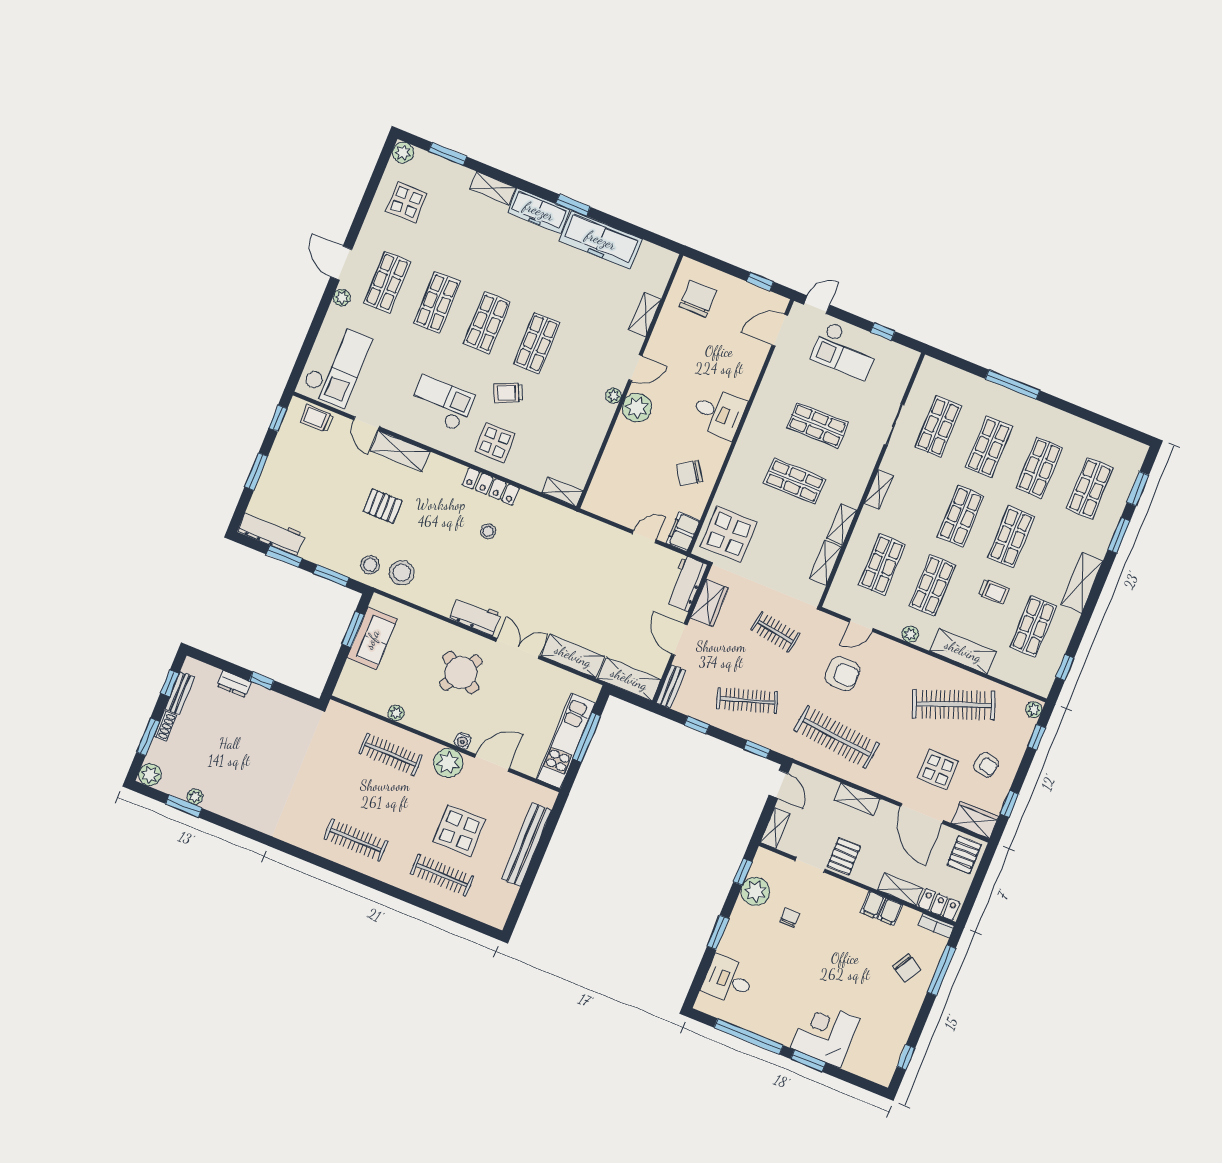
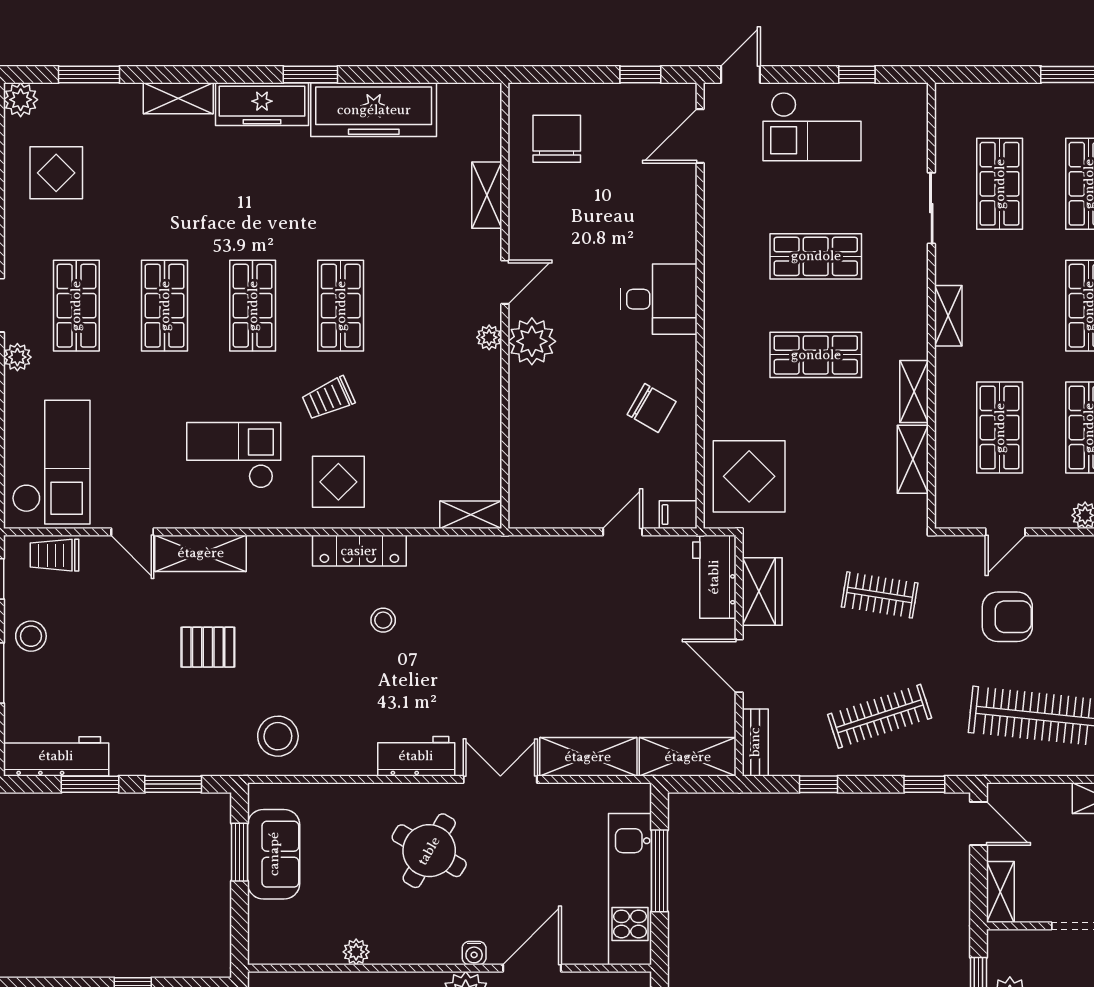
chair: (689, 473) -> (652, 408), turned -117
filing cabinet: (683, 532) -> (678, 515), width x0.50
stool: (370, 565) -> (31, 636), moved

